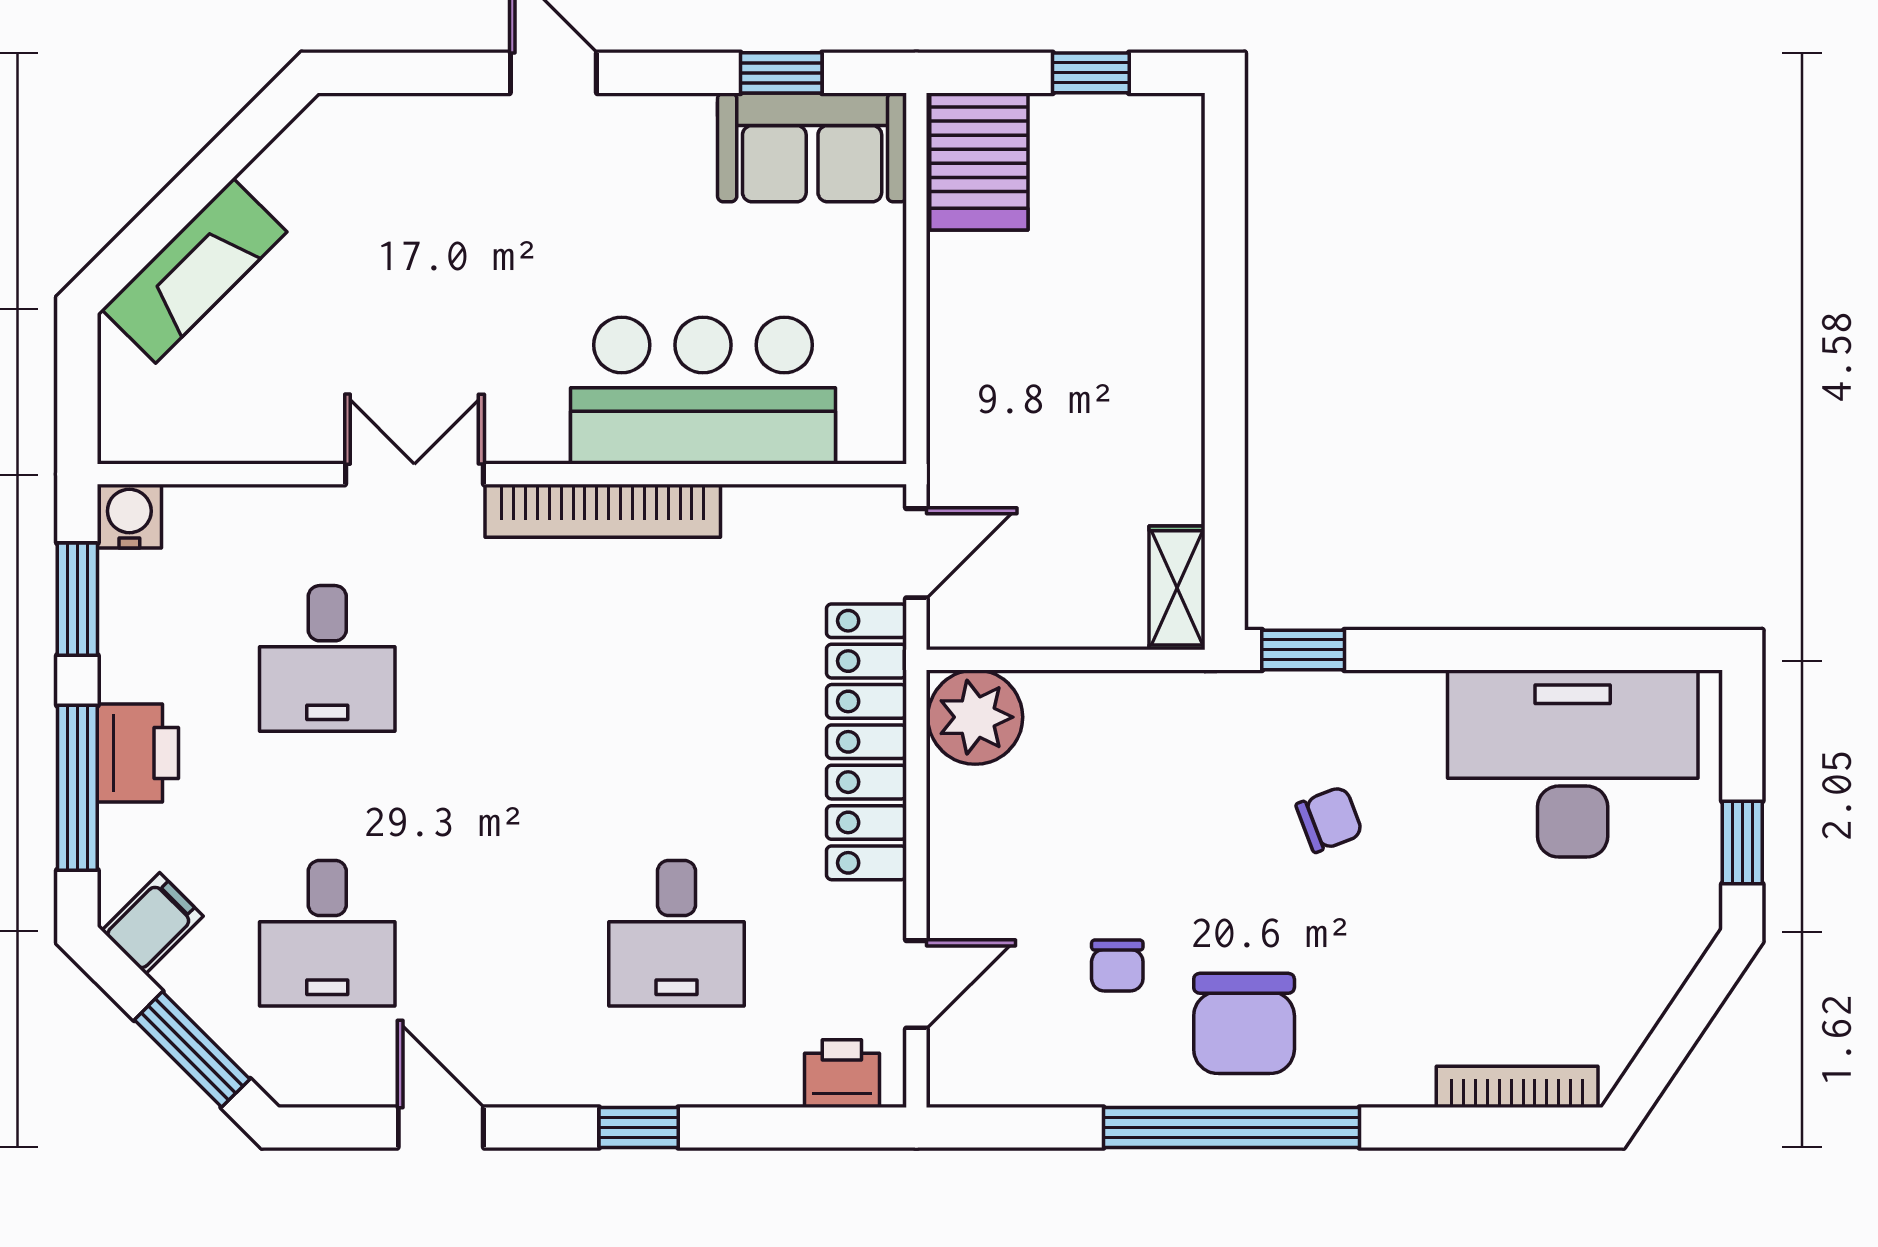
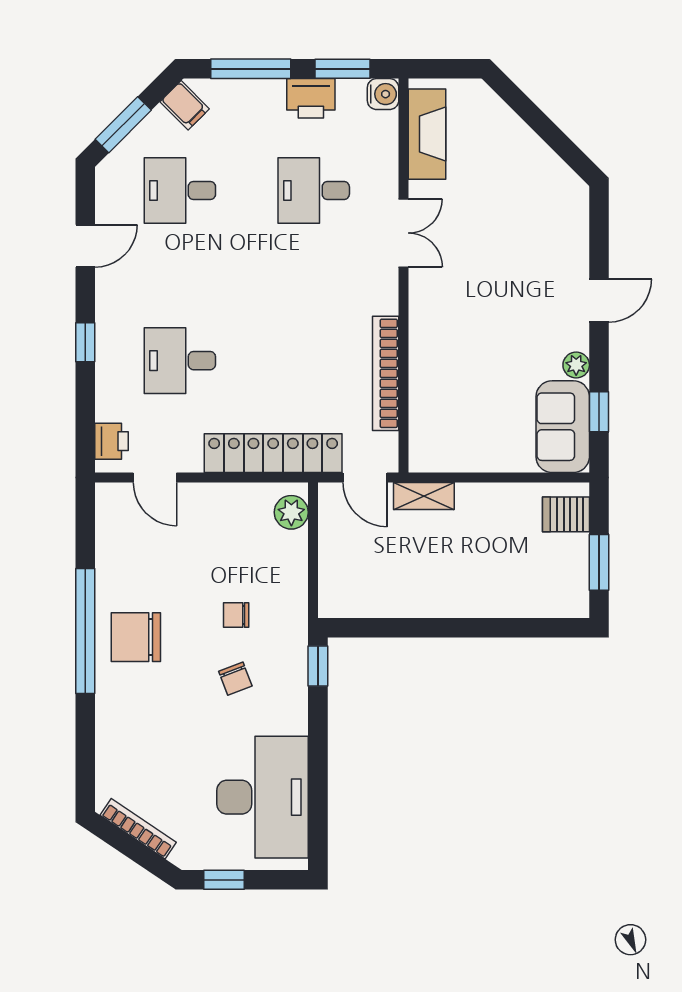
window: (1091, 73) -> (599, 562), width x1.50
plant: (686, 120) -> (576, 365), added
server rack: (979, 161) -> (566, 514), width x0.73, depth x0.70
fireplace: (194, 271) -> (427, 134), moved, turned -135
bar counter: (703, 391) -> (444, 374), removed
bookcase: (603, 511) -> (386, 373), moved
shelving: (1177, 588) -> (424, 496), moved
plant: (975, 717) -> (291, 512), width x0.73, depth x0.73
printer: (138, 753) -> (311, 98), moved
chair: (1117, 966) -> (236, 615), moved
bookcase: (1517, 1087) -> (138, 829), moved, turned -56

